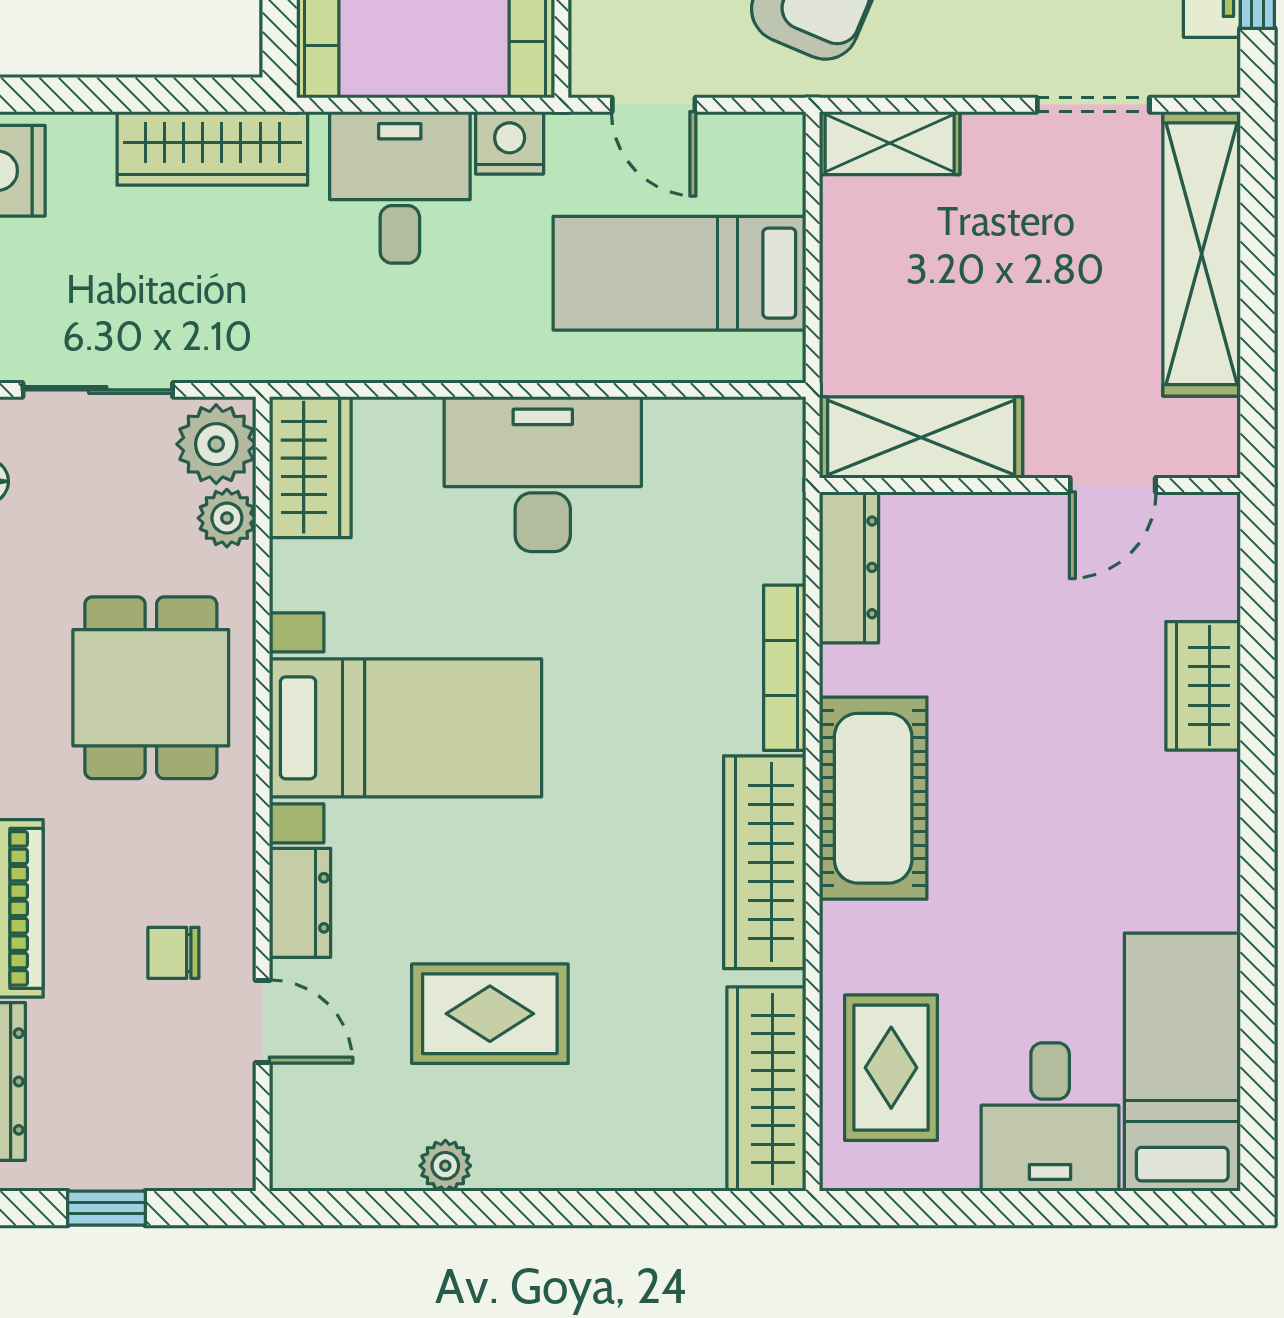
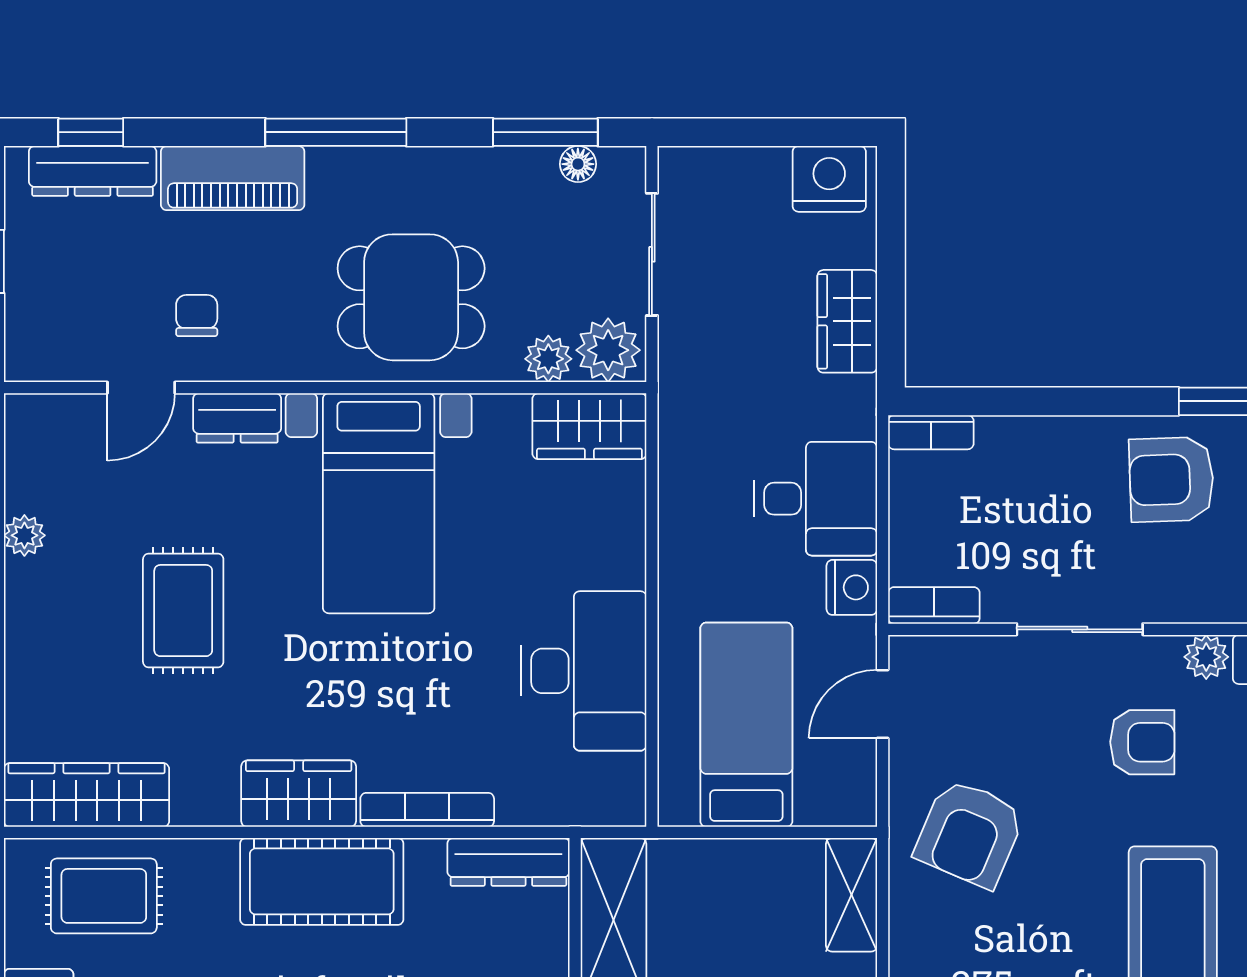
wardrobe: (212, 148) -> (847, 321), width x0.67
desk: (543, 474) -> (584, 671), moved
wardrobe: (765, 862) -> (299, 794), width x0.67
rug: (490, 1014) -> (183, 611), moved

